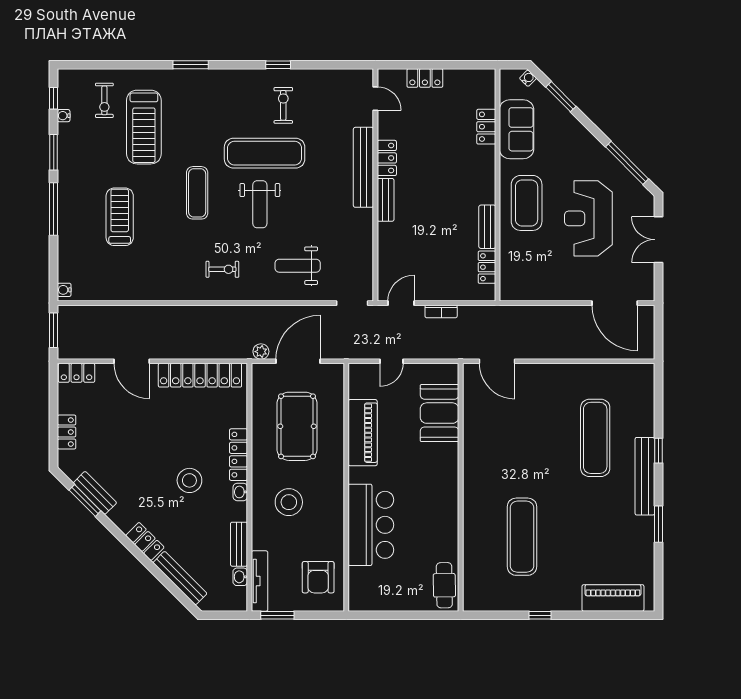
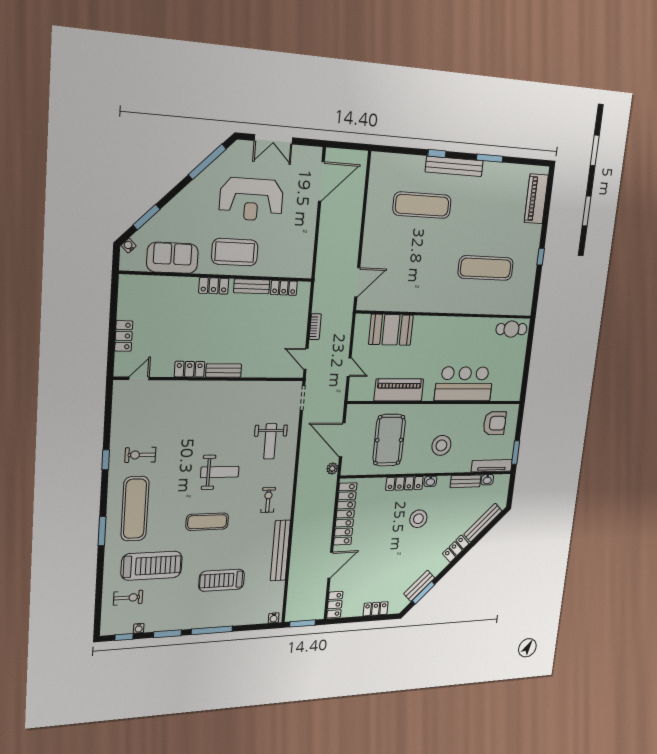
locker: (486, 127) -> (214, 286), moved
exercise mat: (265, 153) -> (135, 509), moved
bench: (363, 167) -> (280, 550), moved, turned 90
pool table: (297, 426) -> (389, 440), turned 90

